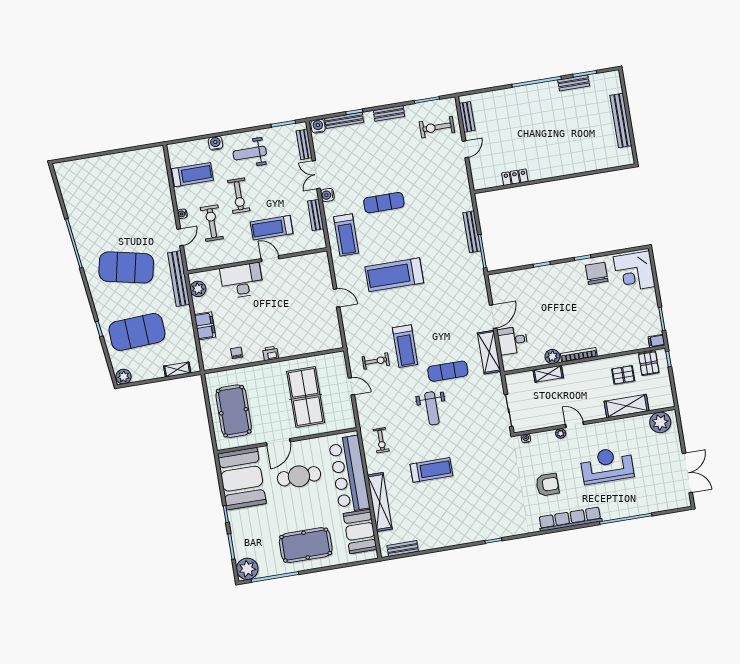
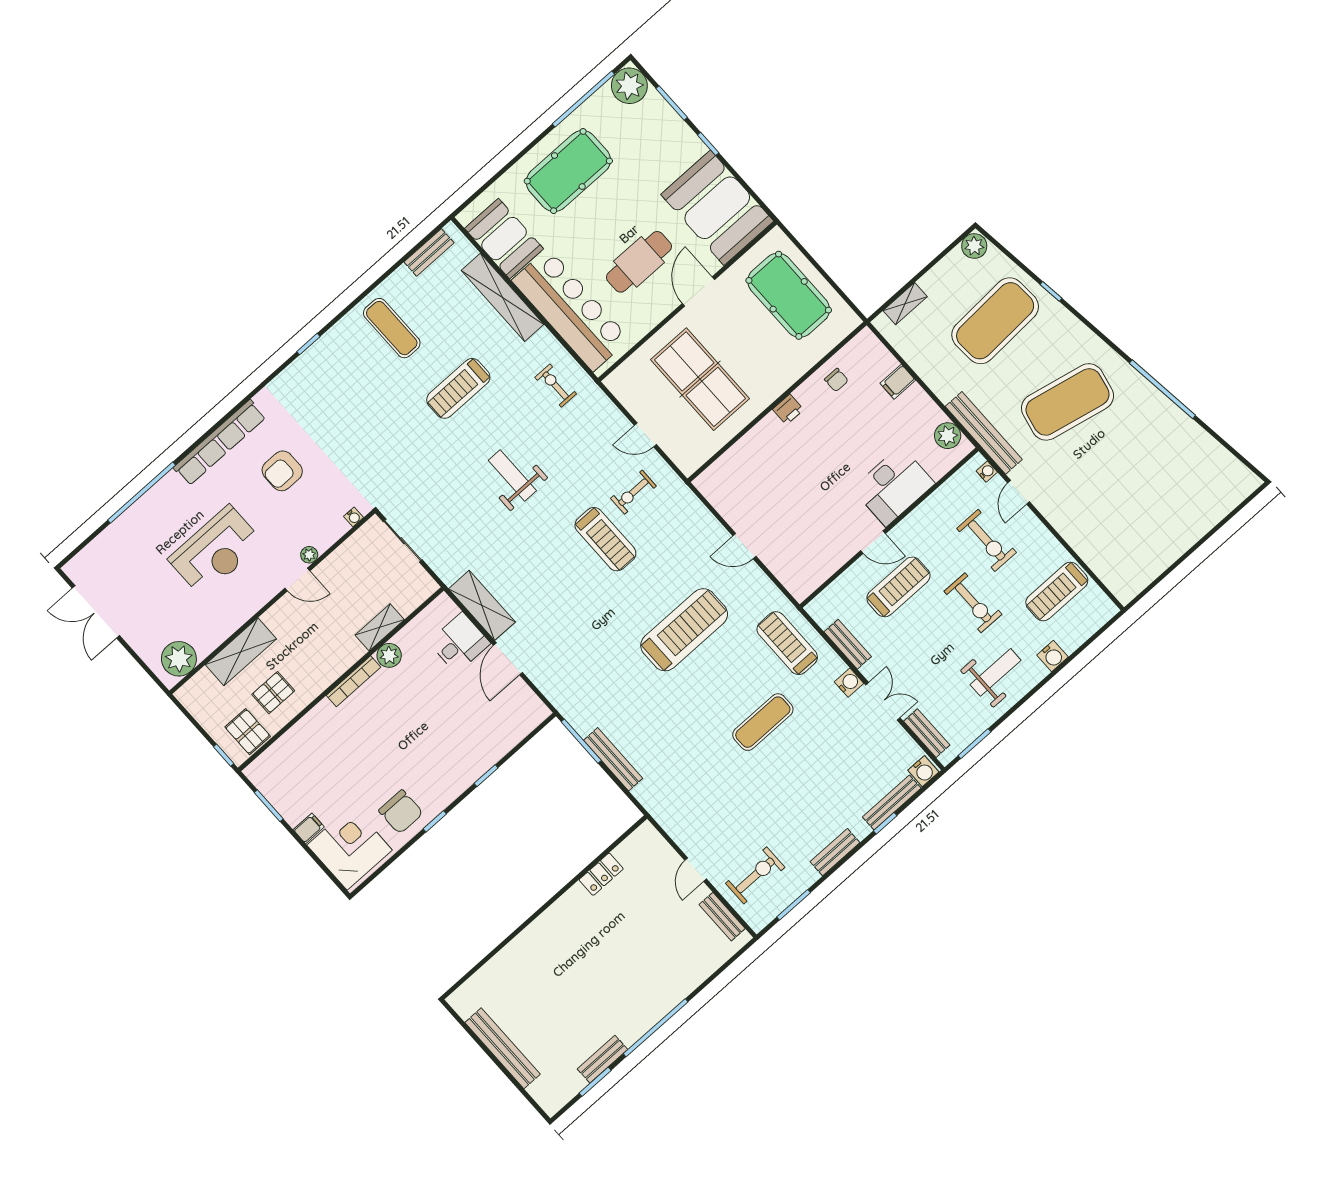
exercise bike: (239, 196) -> (973, 603), turned 180
water cooler: (182, 214) -> (987, 472), moved
filing cabinet: (205, 326) -> (898, 382), width x0.50
filing cabinet: (656, 341) -> (309, 828), moved
treadmill: (405, 346) -> (605, 539), turned 180
exercise mat: (448, 371) -> (392, 328), moved, turned 90

